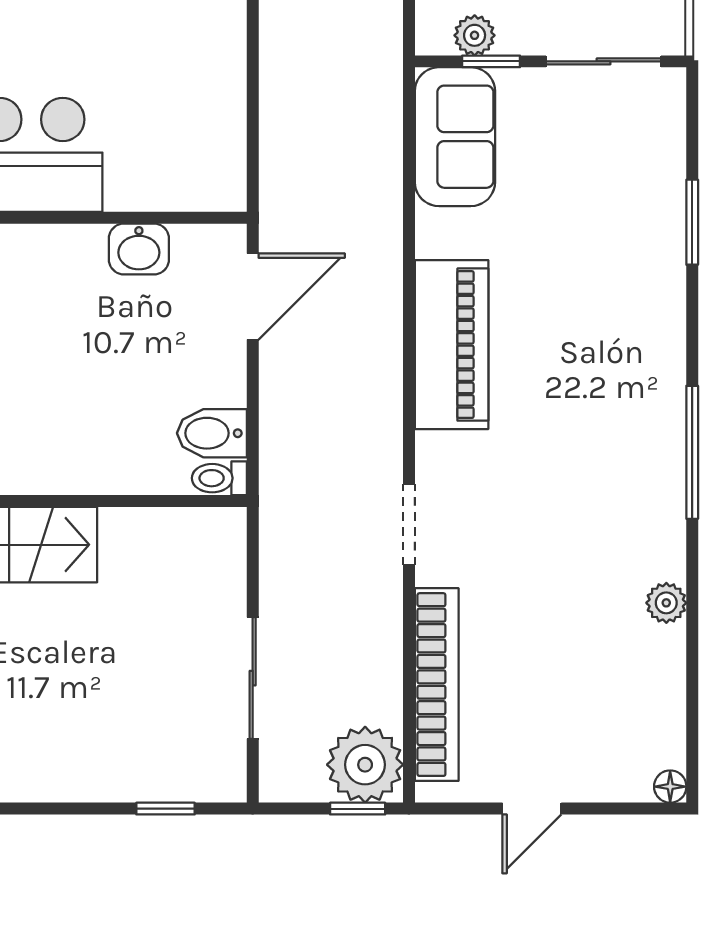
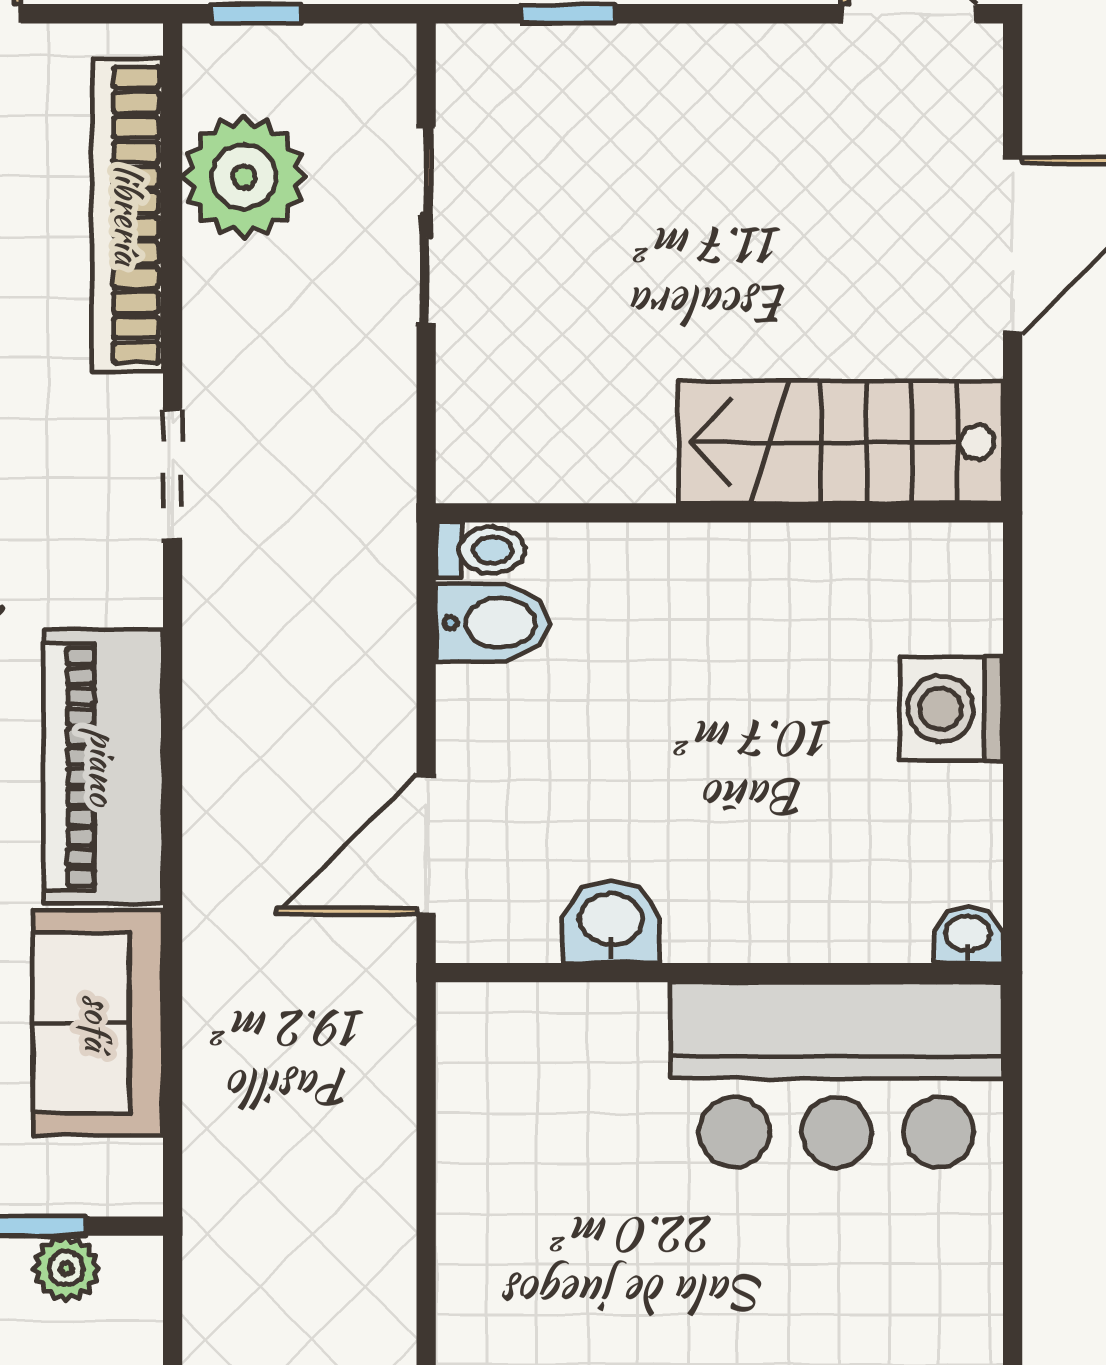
sofa: (455, 137) -> (98, 1023), moved
plant: (365, 765) -> (244, 177), moved

